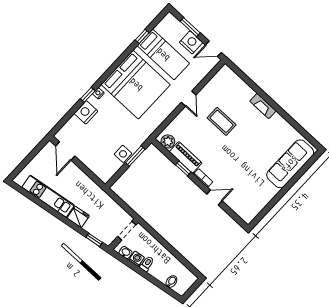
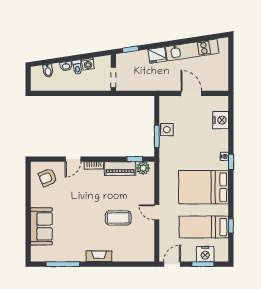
nightstand: (191, 42) -> (205, 254), moved
bed: (136, 85) -> (204, 187), width x0.73
window: (88, 95) -> (231, 162), moved
nightstand: (86, 112) -> (221, 120), moved
window: (296, 125) -> (63, 264), added
door: (65, 151) -> (191, 93), moved
sofa: (290, 164) -> (41, 226), width x0.73
window: (183, 169) -> (135, 159), moved
armchair: (246, 201) -> (48, 177), added
washbasin: (126, 253) -> (66, 66), moved

